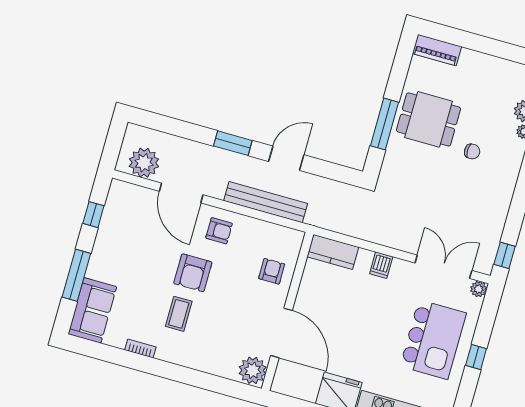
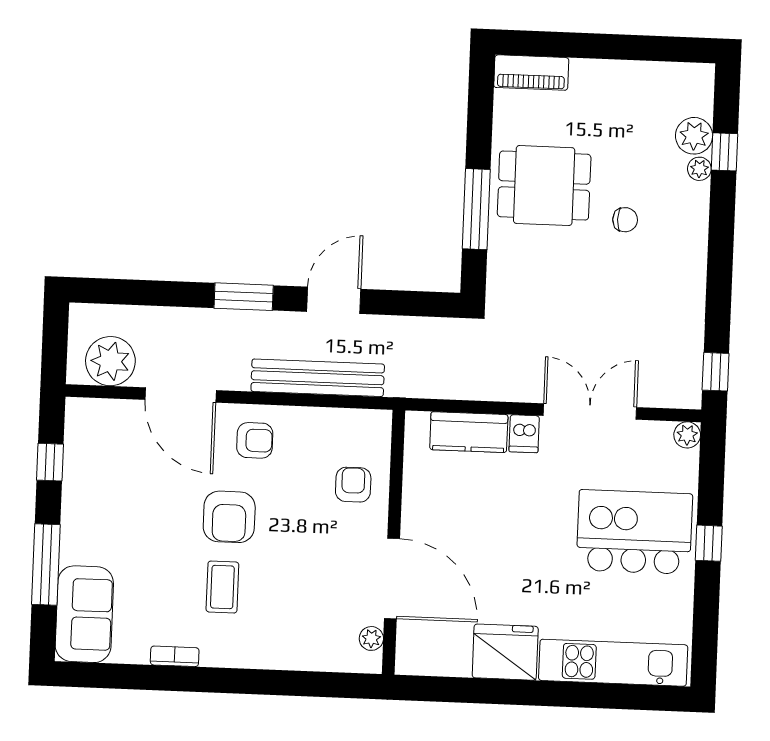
kitchen counter: (333, 252) -> (469, 432), moved
double door: (443, 267) -> (590, 411), moved
kitchen island: (433, 340) -> (634, 532), turned -90
plant: (253, 370) -> (371, 638), width x0.53, depth x0.53

